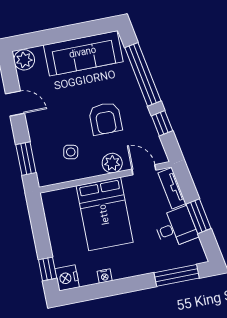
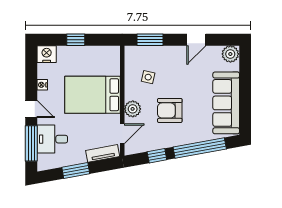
desk: (176, 228) -> (52, 139), moved, turned 100
window: (48, 269) -> (76, 40), moved
door: (136, 283) -> (31, 109), added

